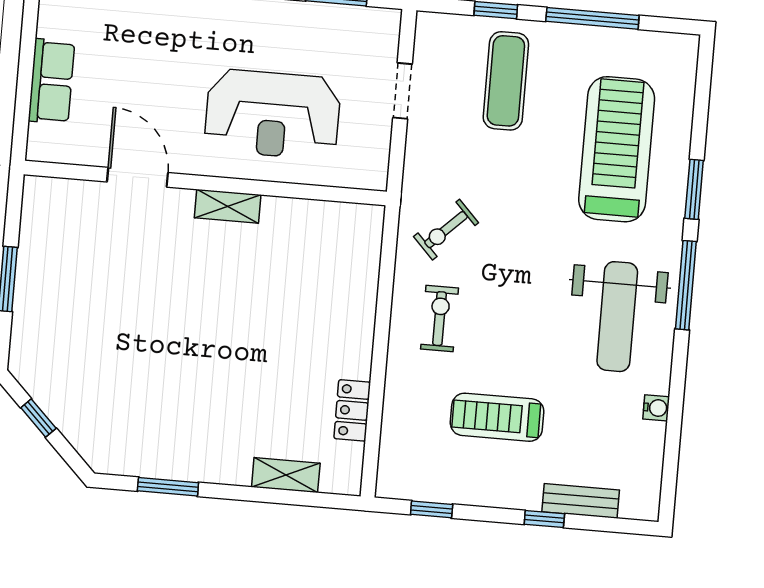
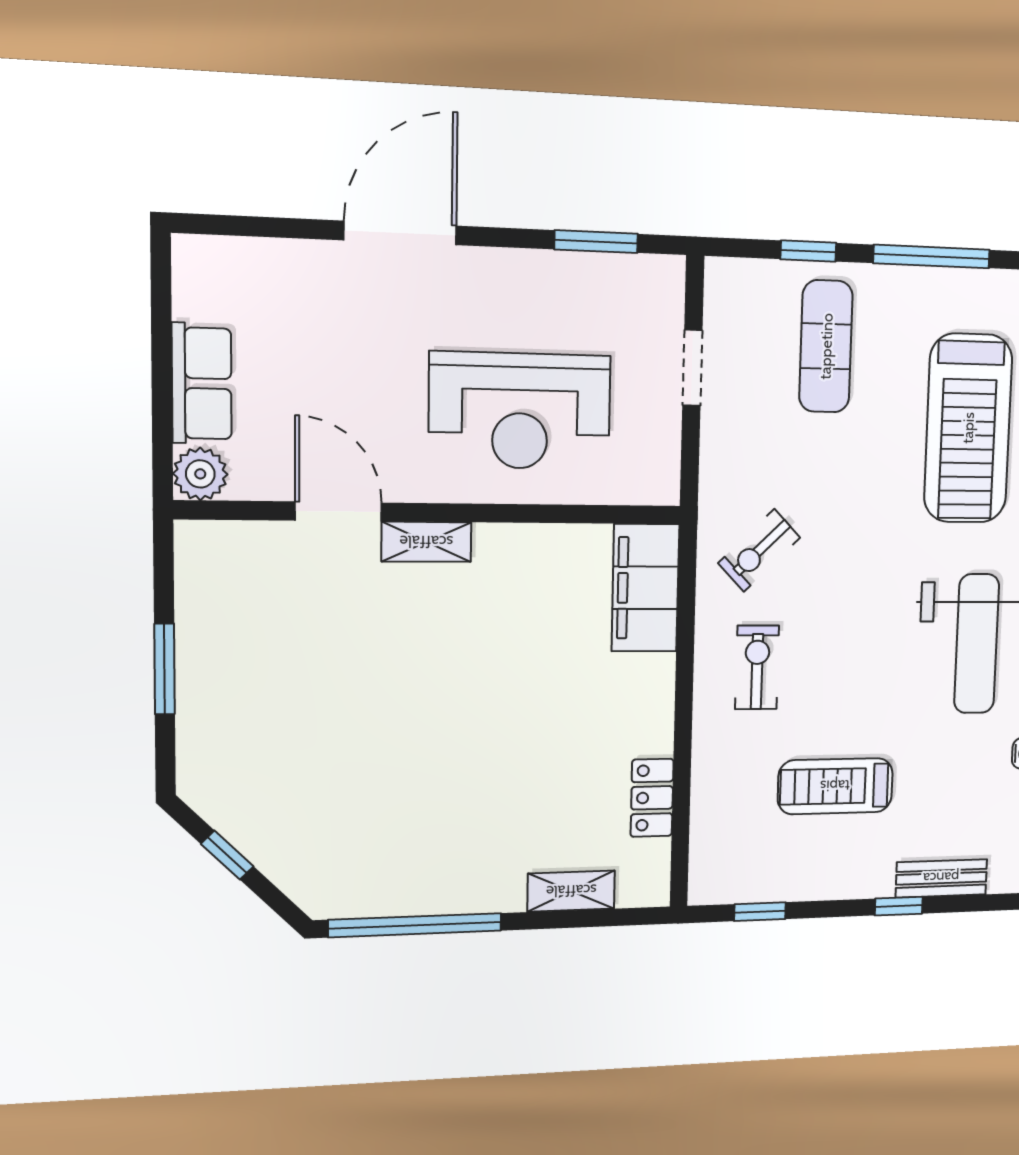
plant: (45, 144) -> (200, 474), added
treadmill: (617, 149) -> (968, 428), turned 180
shelving: (228, 206) -> (426, 542), moved
filing cabinet: (357, 251) -> (645, 588), added
window: (168, 487) -> (415, 925), width x2.11

